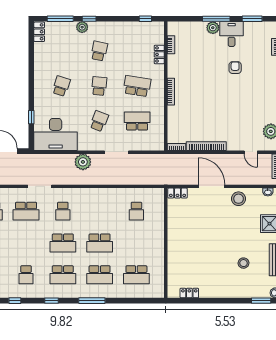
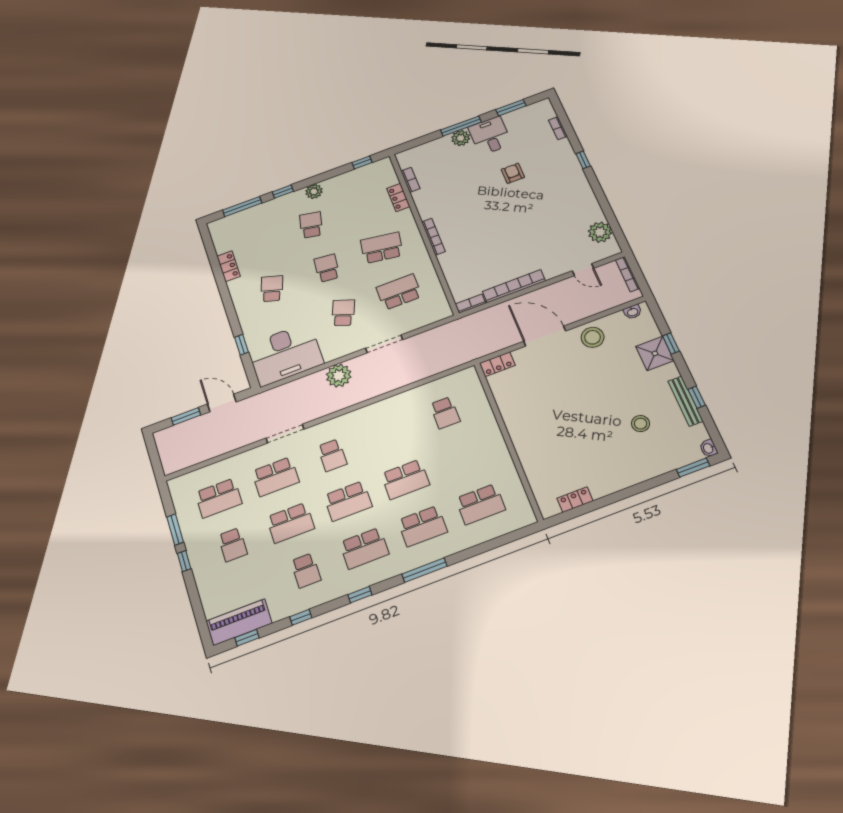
plant: (82, 27) -> (314, 191), moved
locker: (39, 32) -> (229, 266), moved
school desk: (26, 243) -> (290, 523), added

